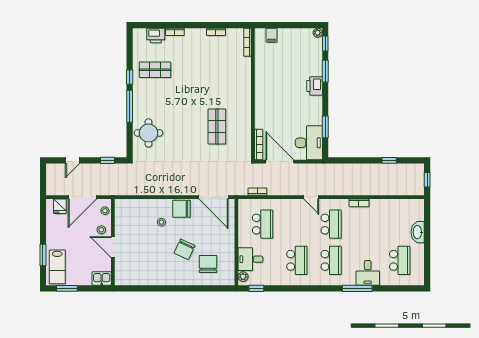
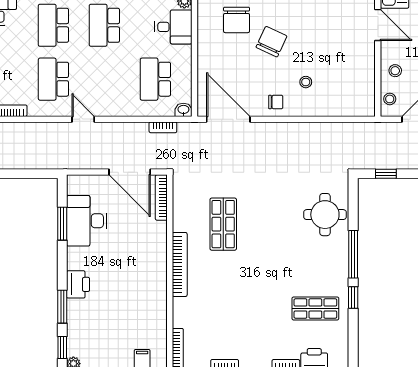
bookcase: (246, 99) -> (180, 264), added
desk: (309, 143) -> (87, 221), moved
washbasin: (244, 203) -> (183, 110), added
chair: (182, 209) -> (276, 102), width x0.54, depth x0.54
door: (113, 247) -> (378, 25), moved

